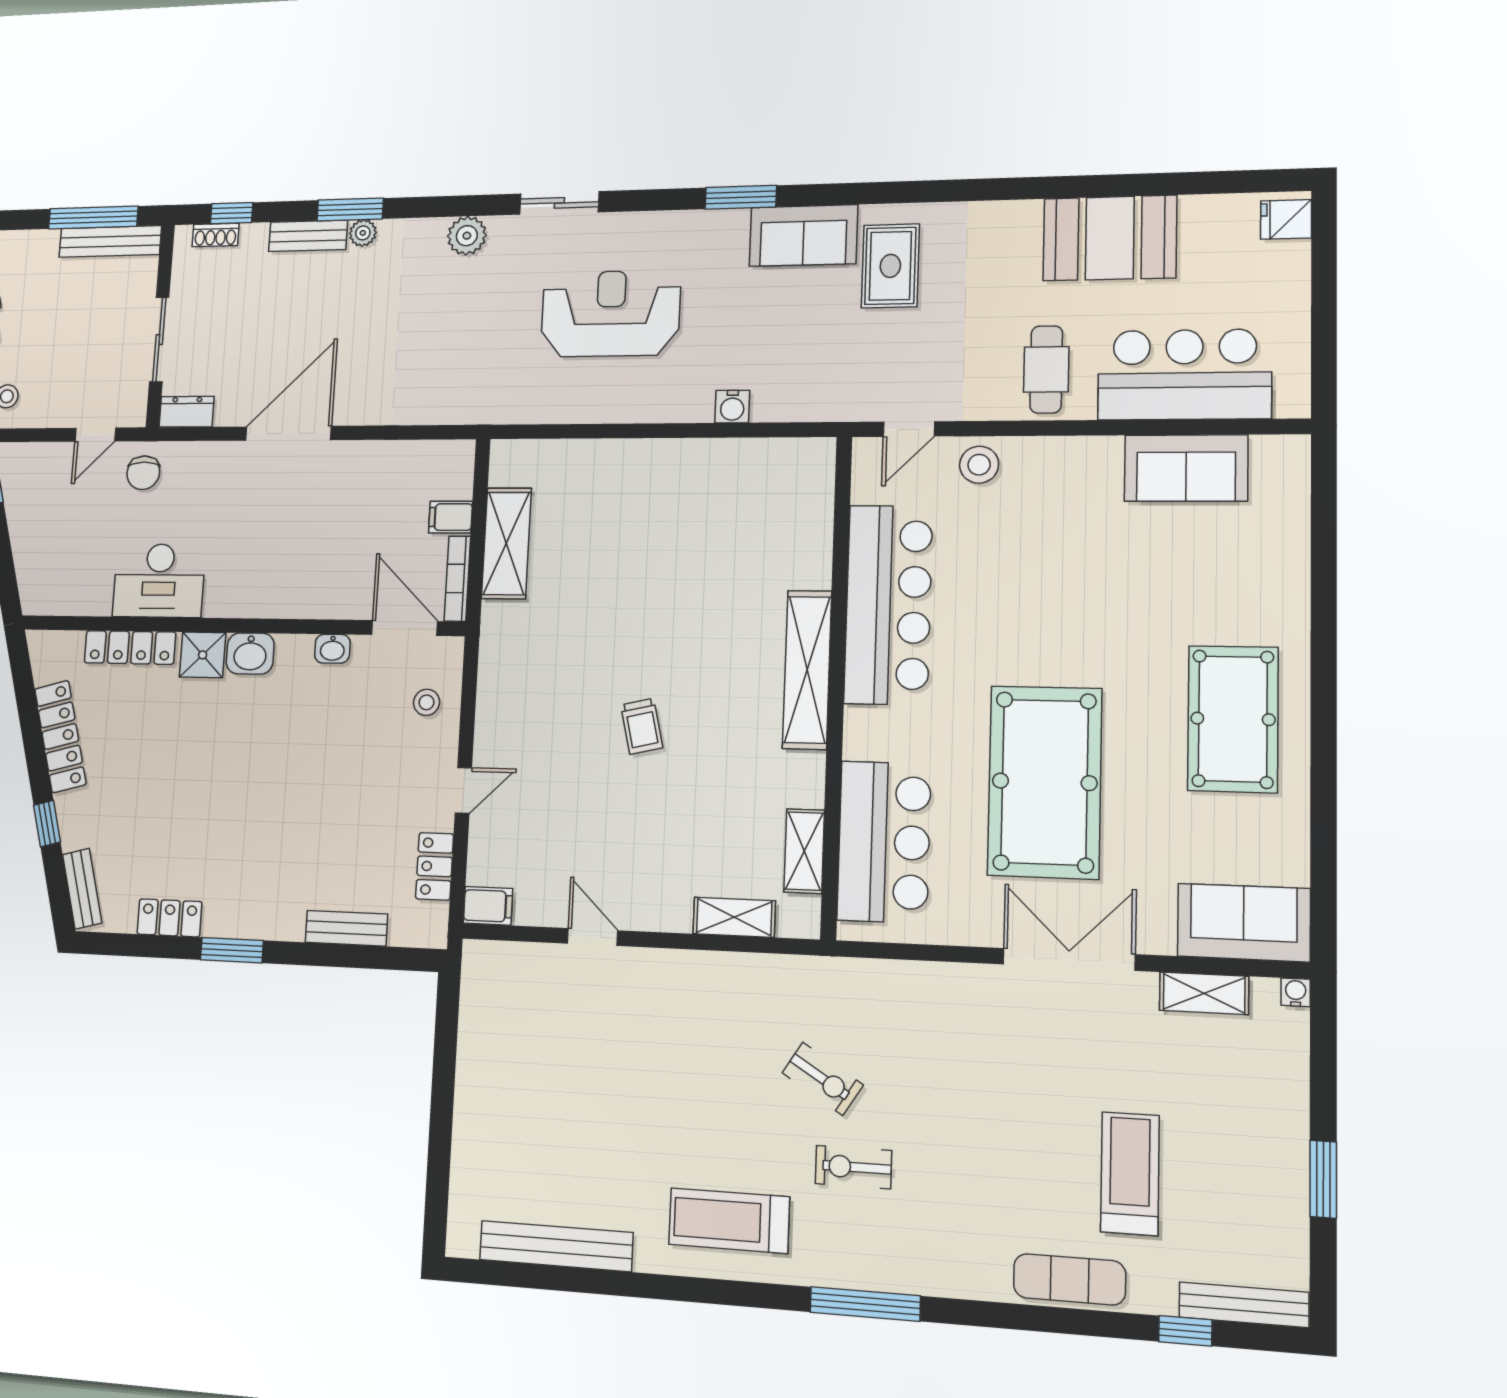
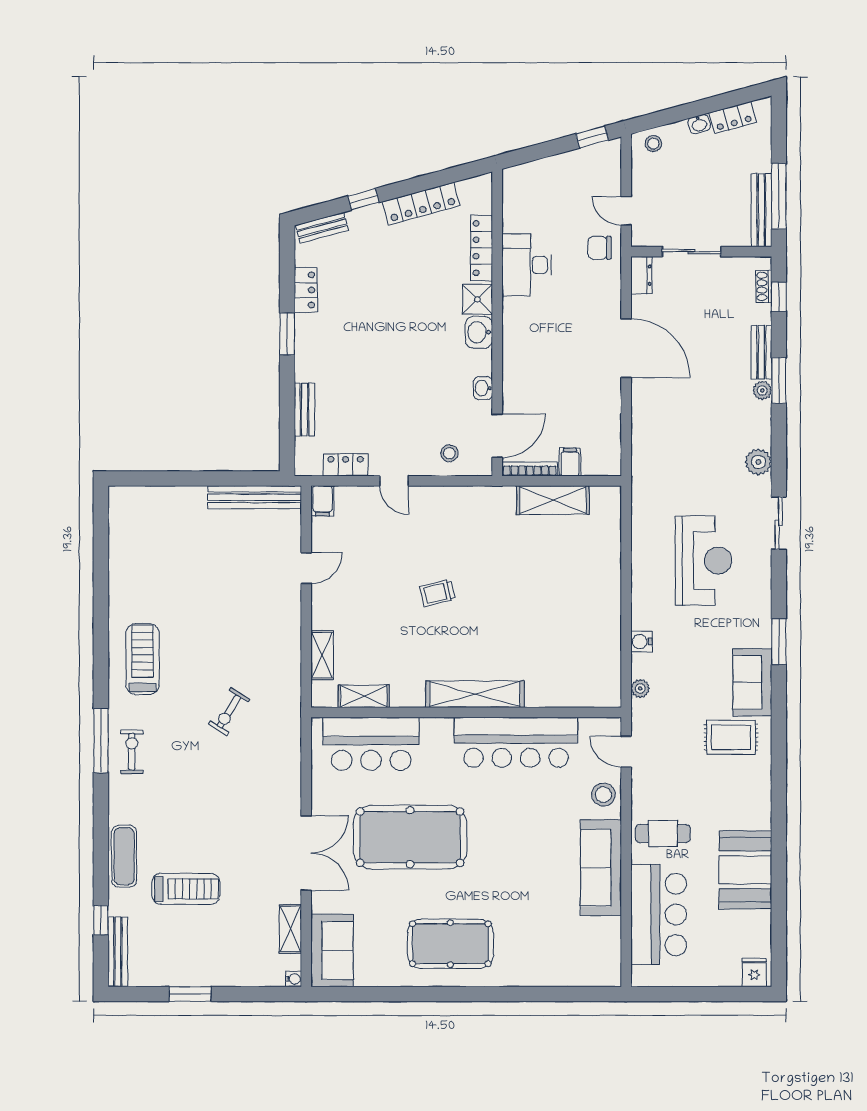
plant: (807, 408) -> (640, 688), added
sofa: (1186, 468) -> (601, 868), moved, width x1.36
exercise bike: (853, 1167) -> (132, 752), moved
bench: (556, 1246) -> (255, 497), moved, turned 90

